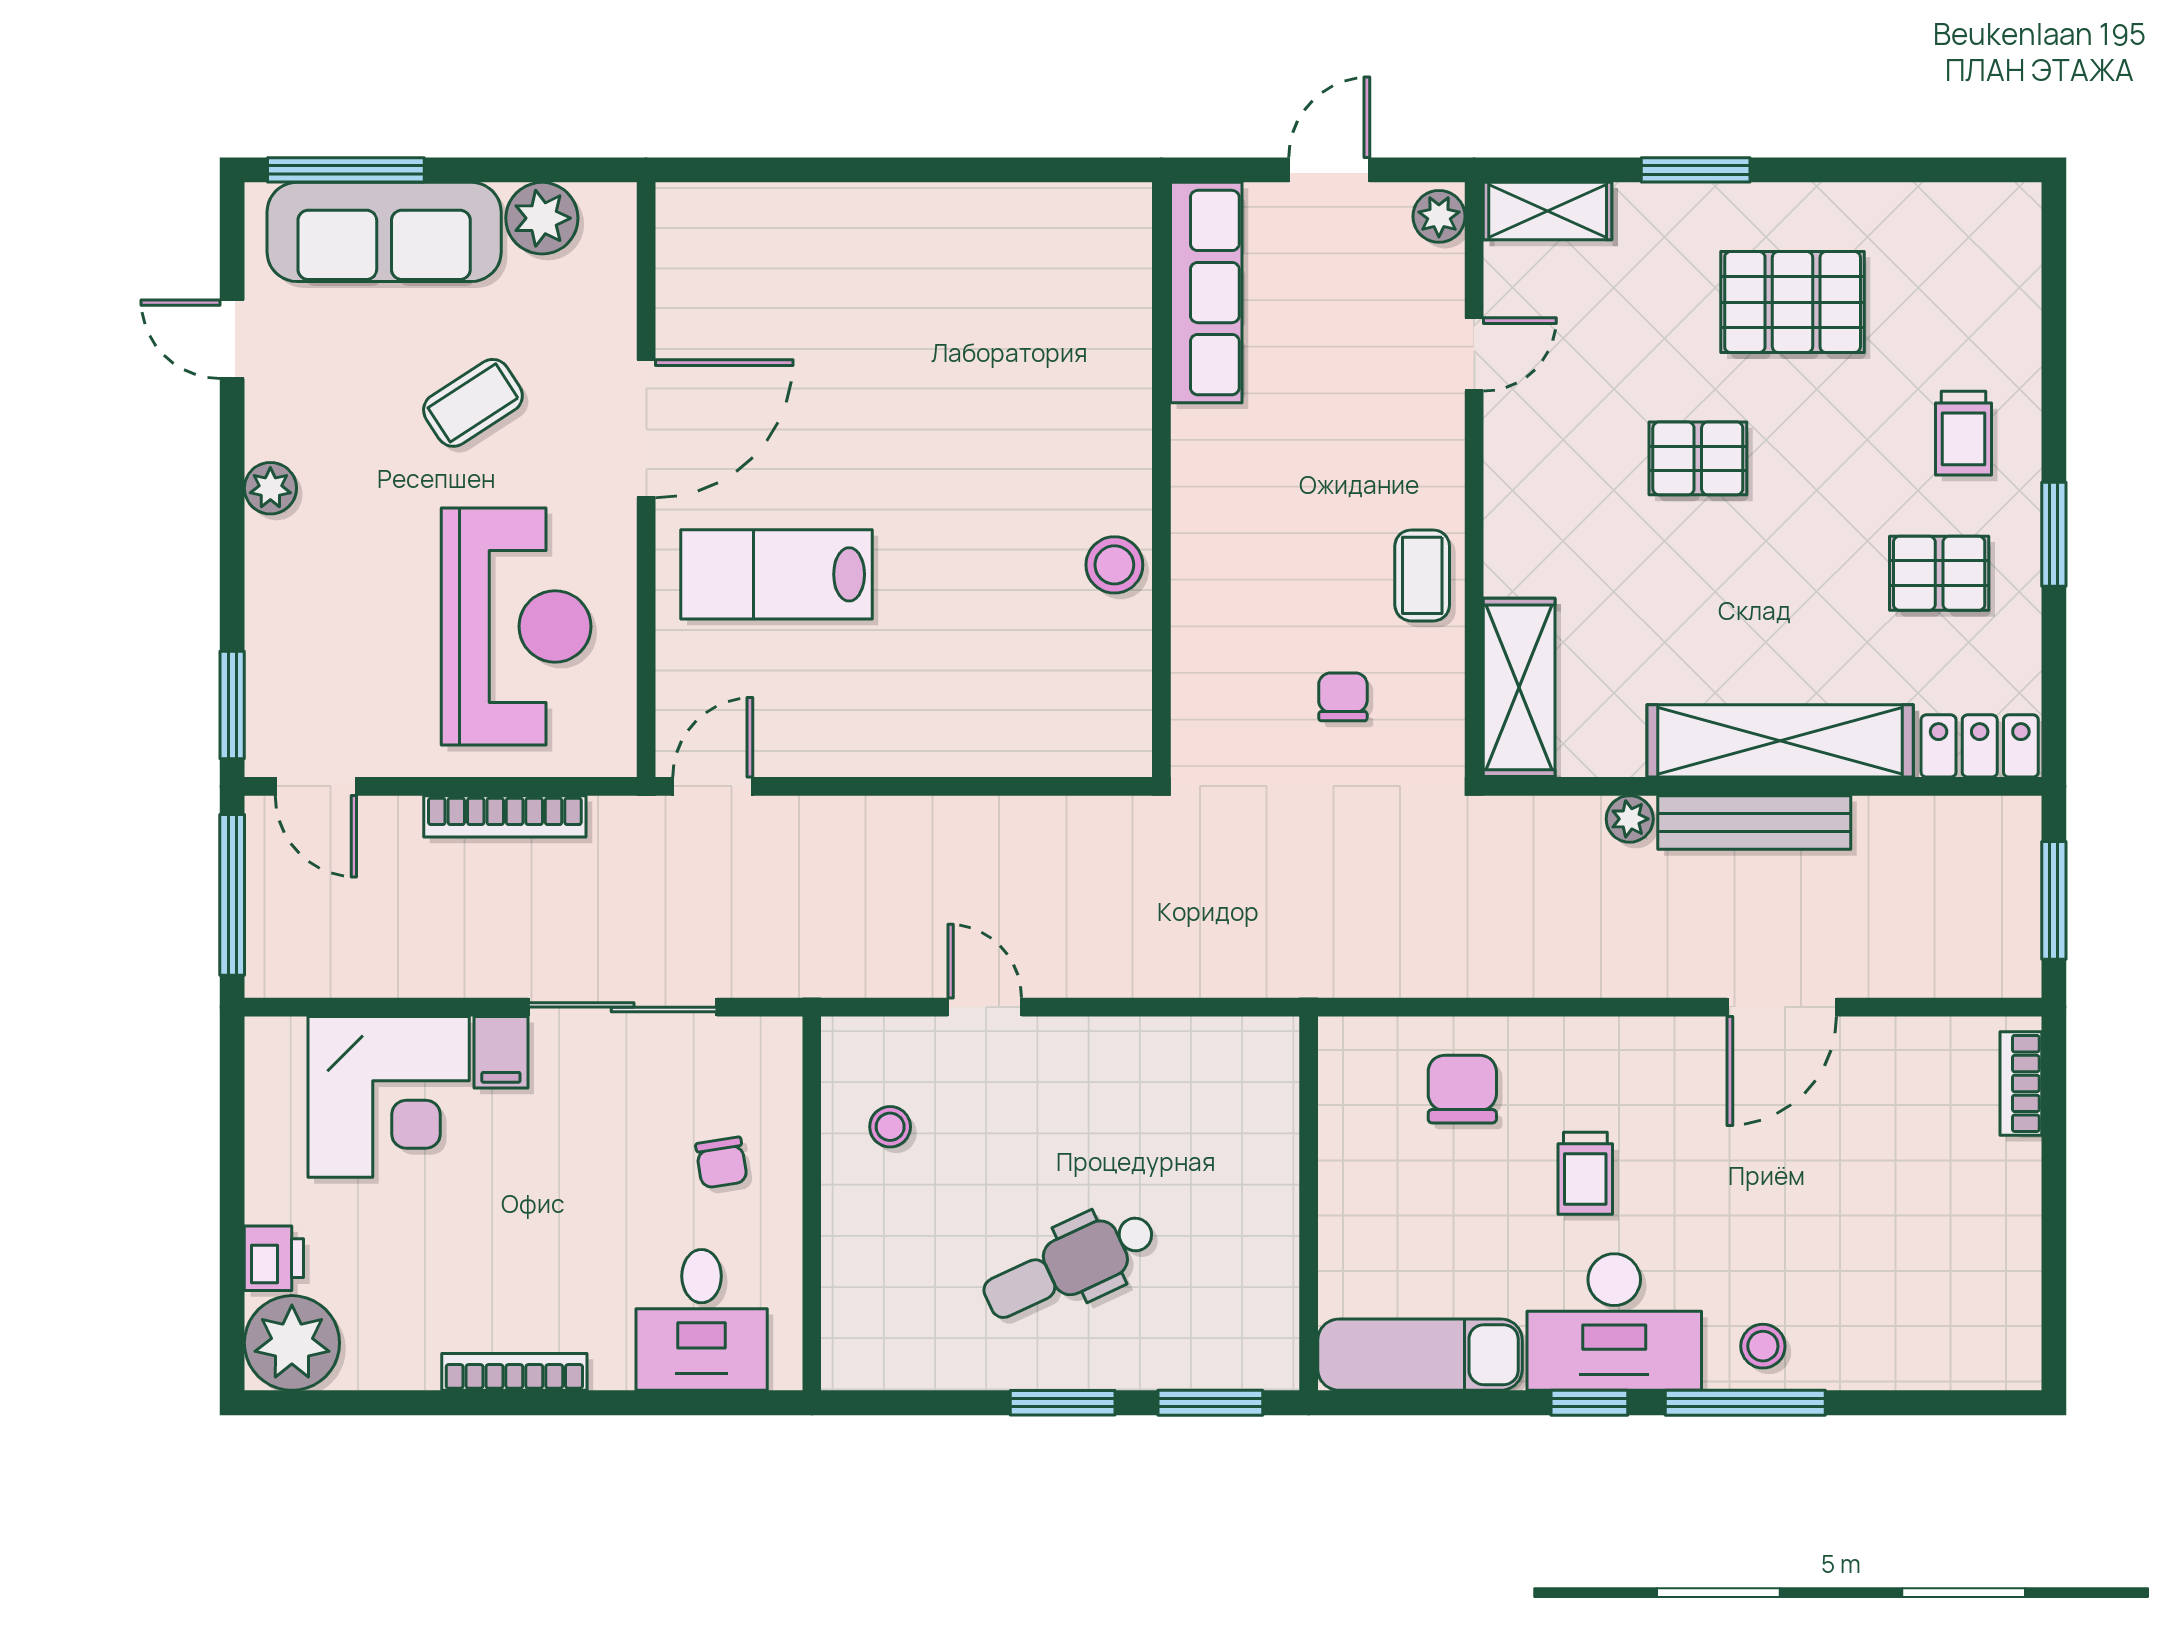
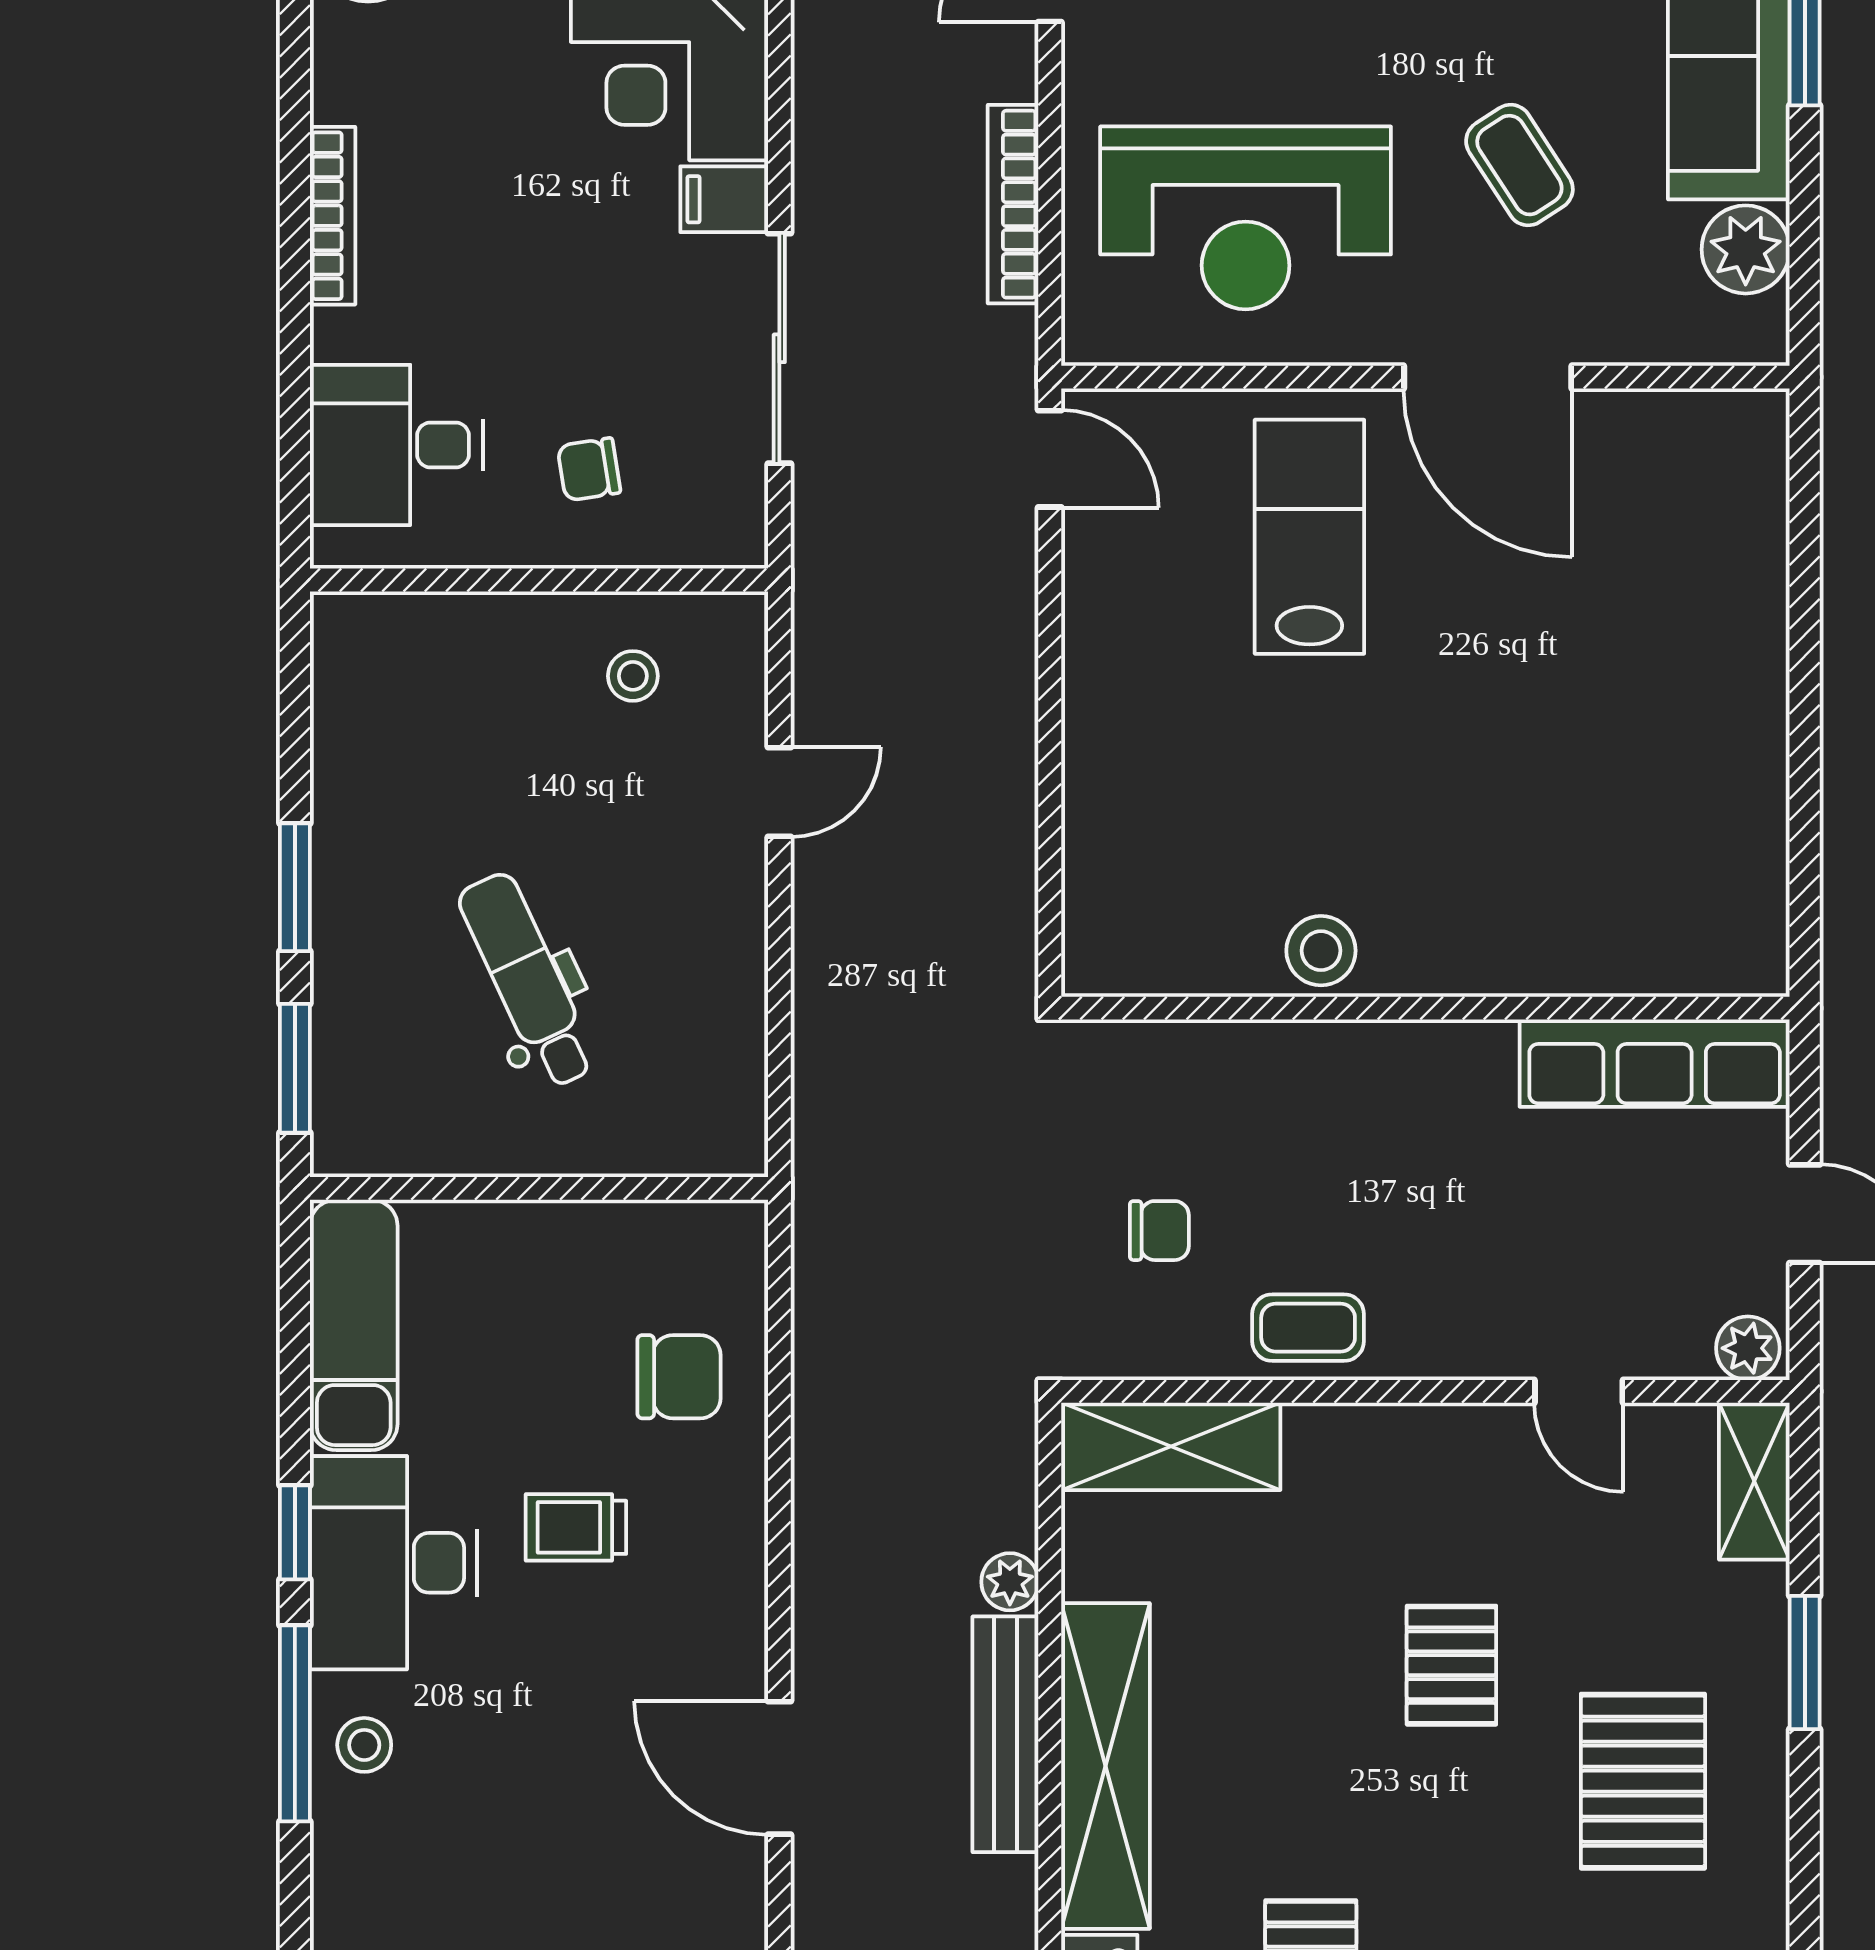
dental chair: (1069, 1265) -> (527, 980), moved

